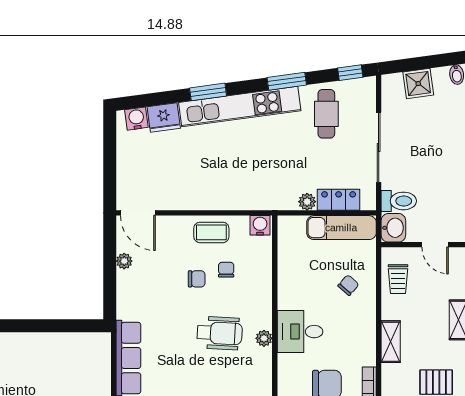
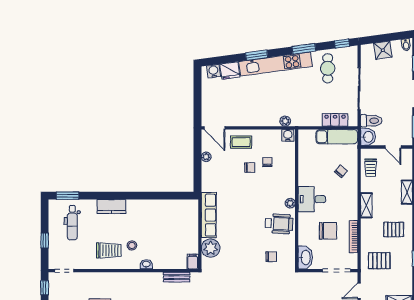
plant: (307, 202) -> (285, 121), moved
coffee table: (211, 232) -> (241, 142), moved
wheelchair: (220, 333) -> (279, 224), moved

